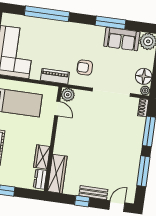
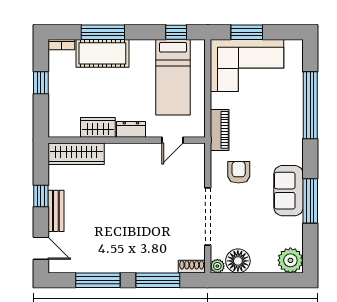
sofa: (122, 39) -> (289, 191), moved
plant: (68, 95) -> (195, 153), removed
dresser: (40, 179) -> (131, 129), moved

